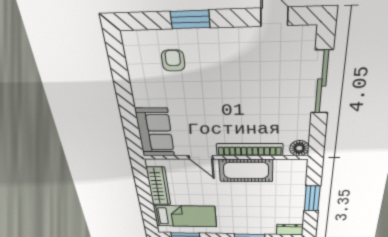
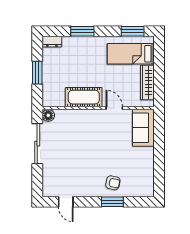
armchair: (173, 61) -> (113, 183), moved, turned -78
sliding door: (322, 83) -> (37, 144), moved
bookcase: (250, 150) -> (81, 114), removed

